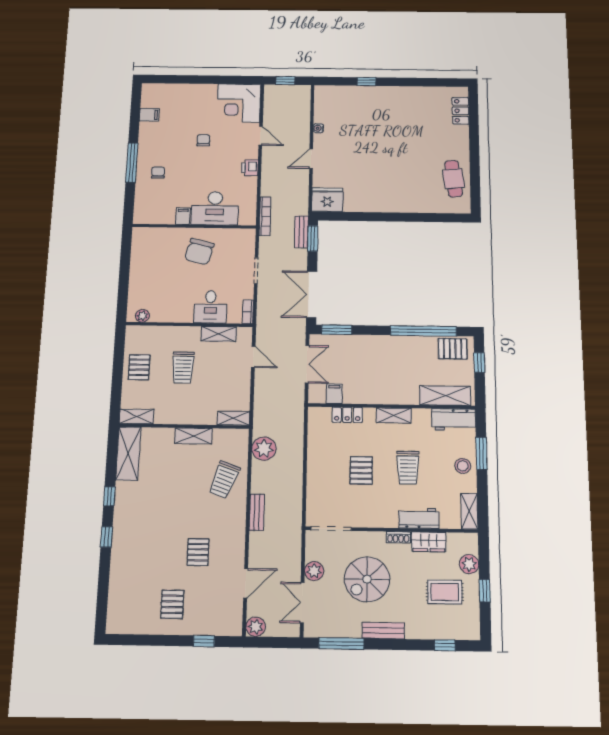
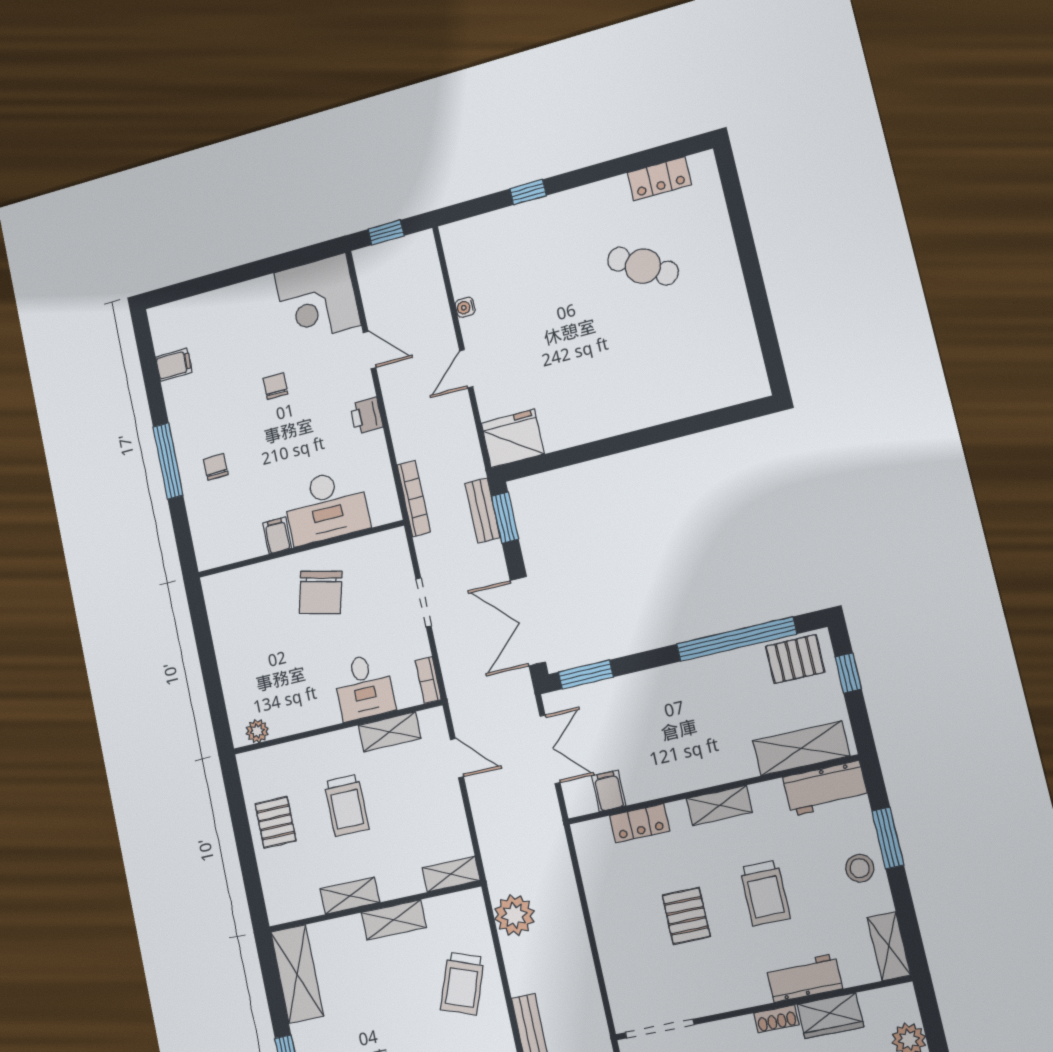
locker: (461, 111) -> (659, 179), moved, turned -90
cafe table: (453, 179) -> (643, 266), moved, turned -52
shelving: (137, 416) -> (350, 896), moved

